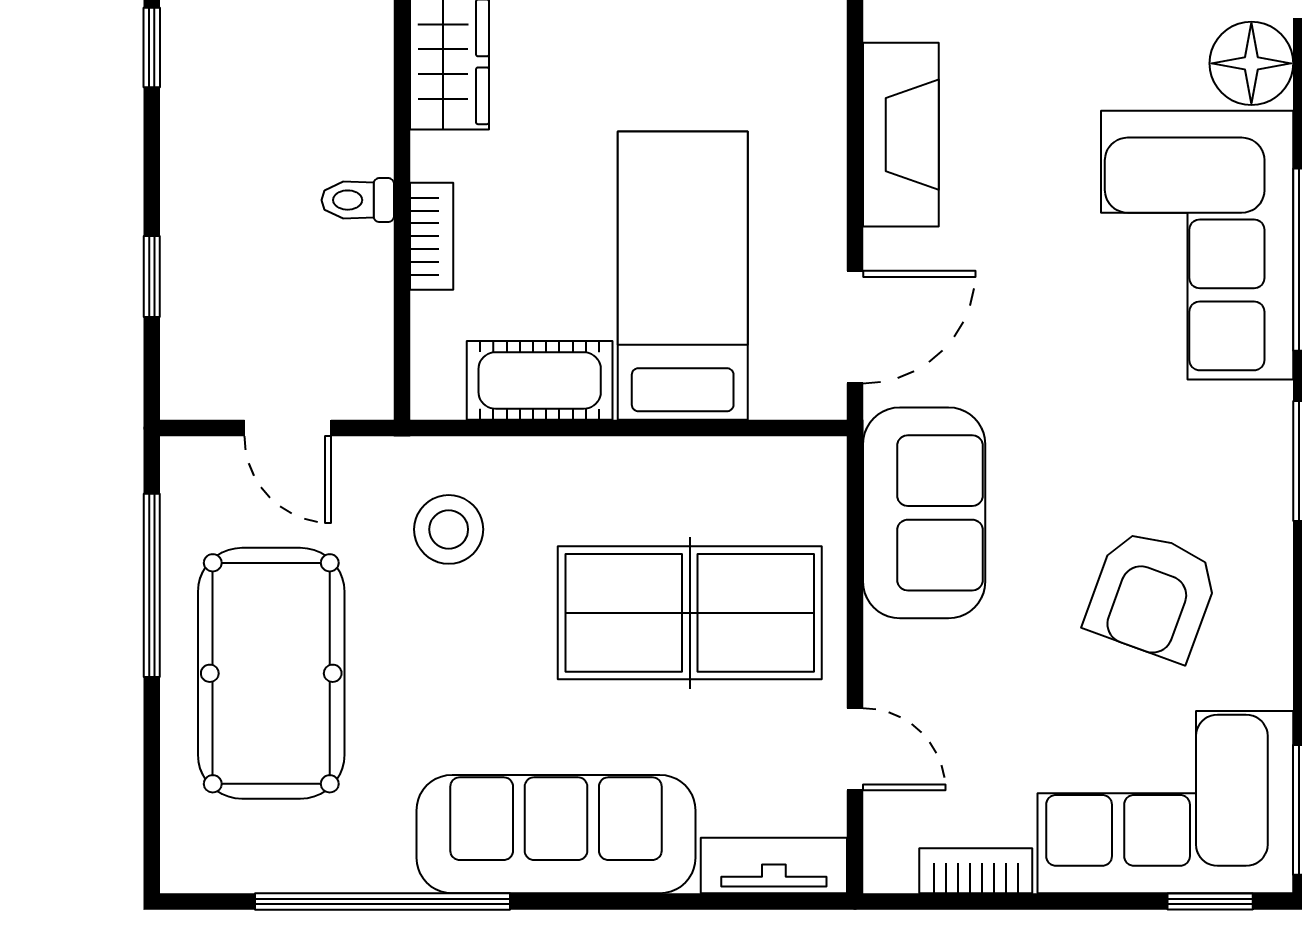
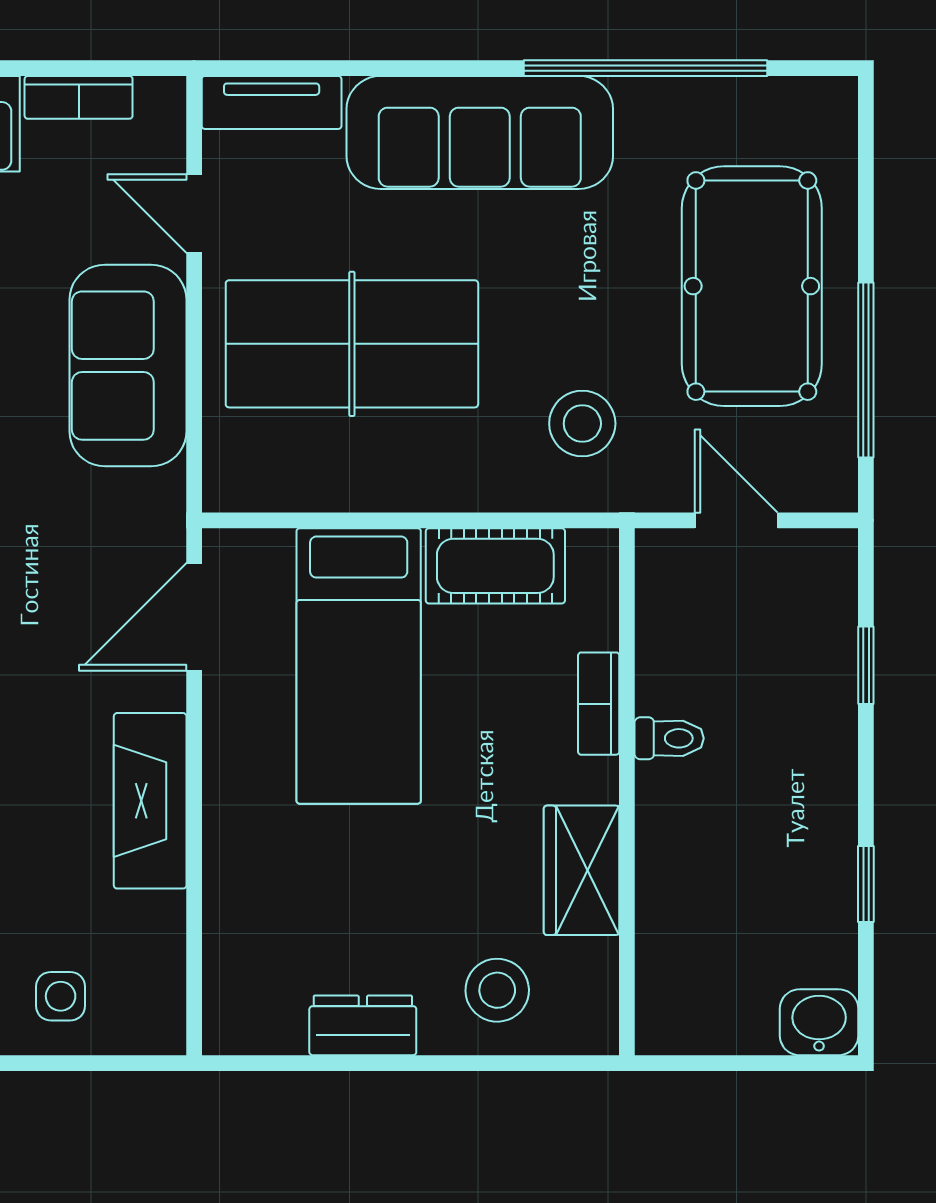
sofa: (924, 513) -> (128, 366), moved

